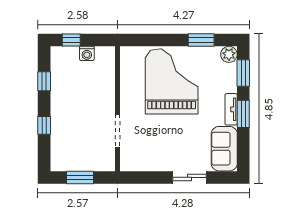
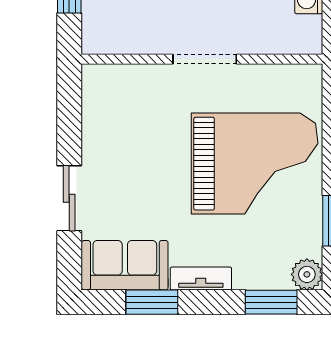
window: (243, 114) -> (152, 302), moved
doorway: (117, 131) -> (205, 59), moved

